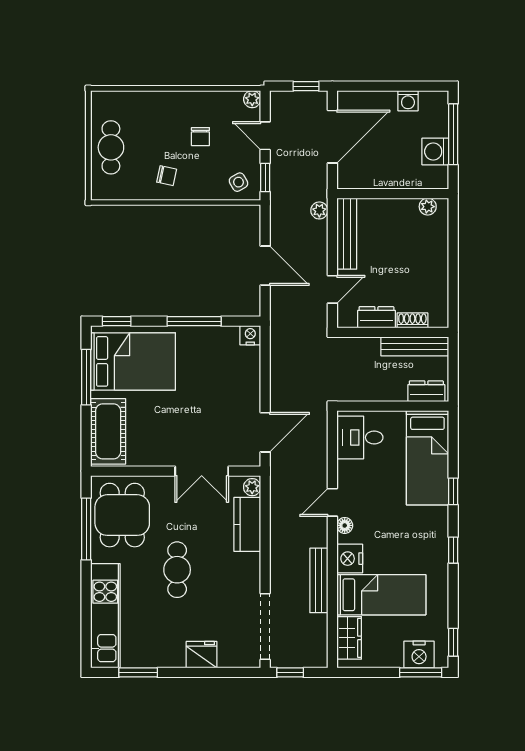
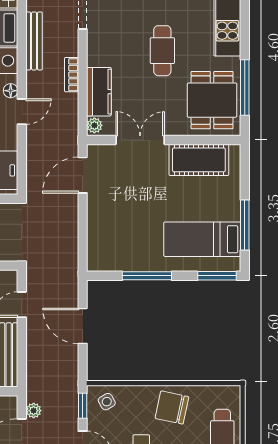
chair: (167, 176) -> (172, 407), width x1.87, depth x1.87
plant: (319, 210) -> (34, 411), moved
window: (117, 321) -> (217, 276), width x1.50
nightstand: (250, 335) -> (96, 263), removed
bed: (133, 361) -> (202, 239), width x0.67
cot: (108, 431) -> (199, 160), moved, turned 90
bookcase: (277, 543) -> (72, 75), added

